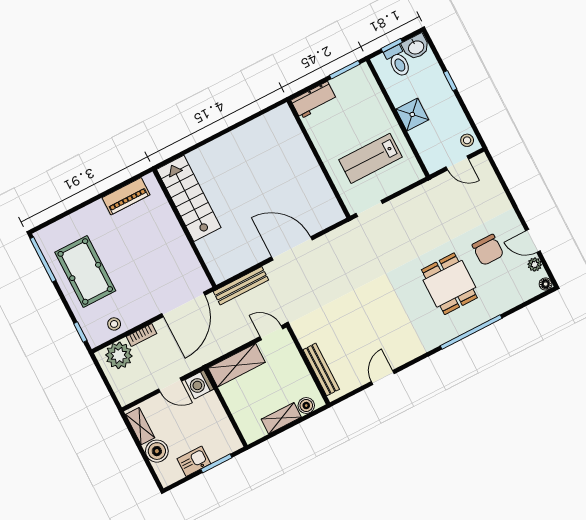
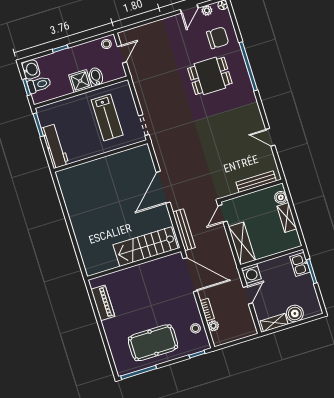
workbench: (314, 100) -> (55, 146), width x1.38
bidet: (422, 134) -> (96, 77), added
stairs: (189, 198) -> (146, 247), moved
chair: (488, 250) -> (218, 38), moved
plant: (119, 355) -> (213, 326), width x0.53, depth x0.53
kitchen sink: (194, 461) -> (300, 264), moved

